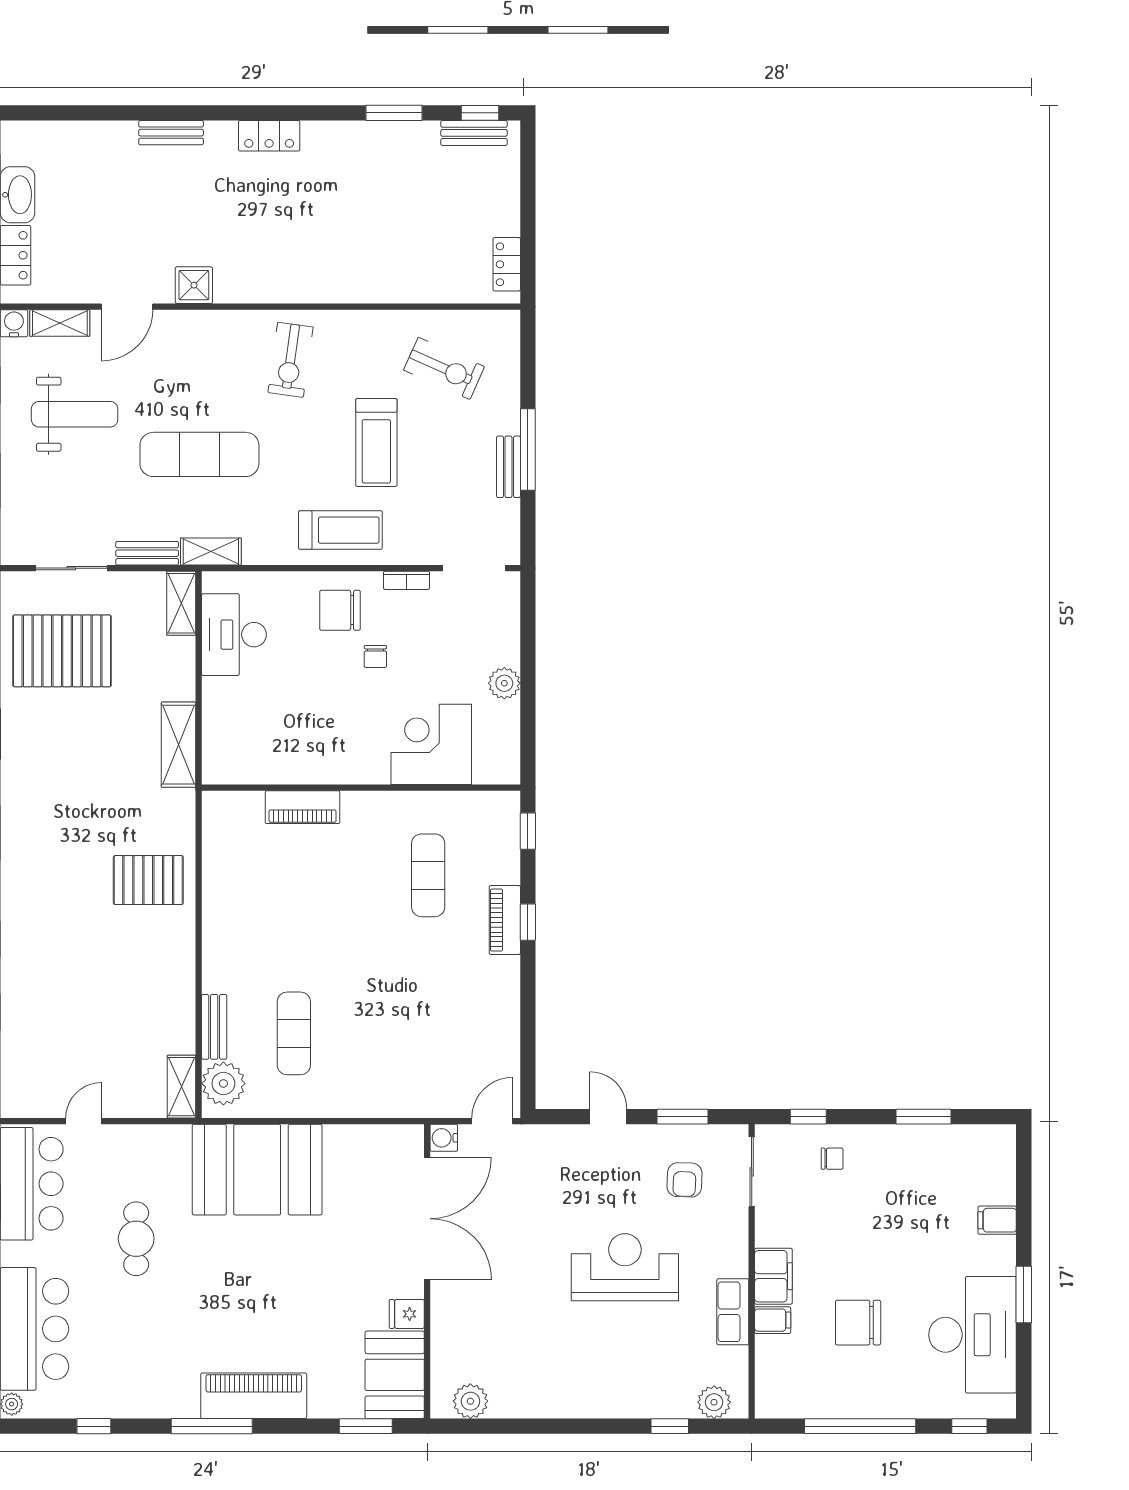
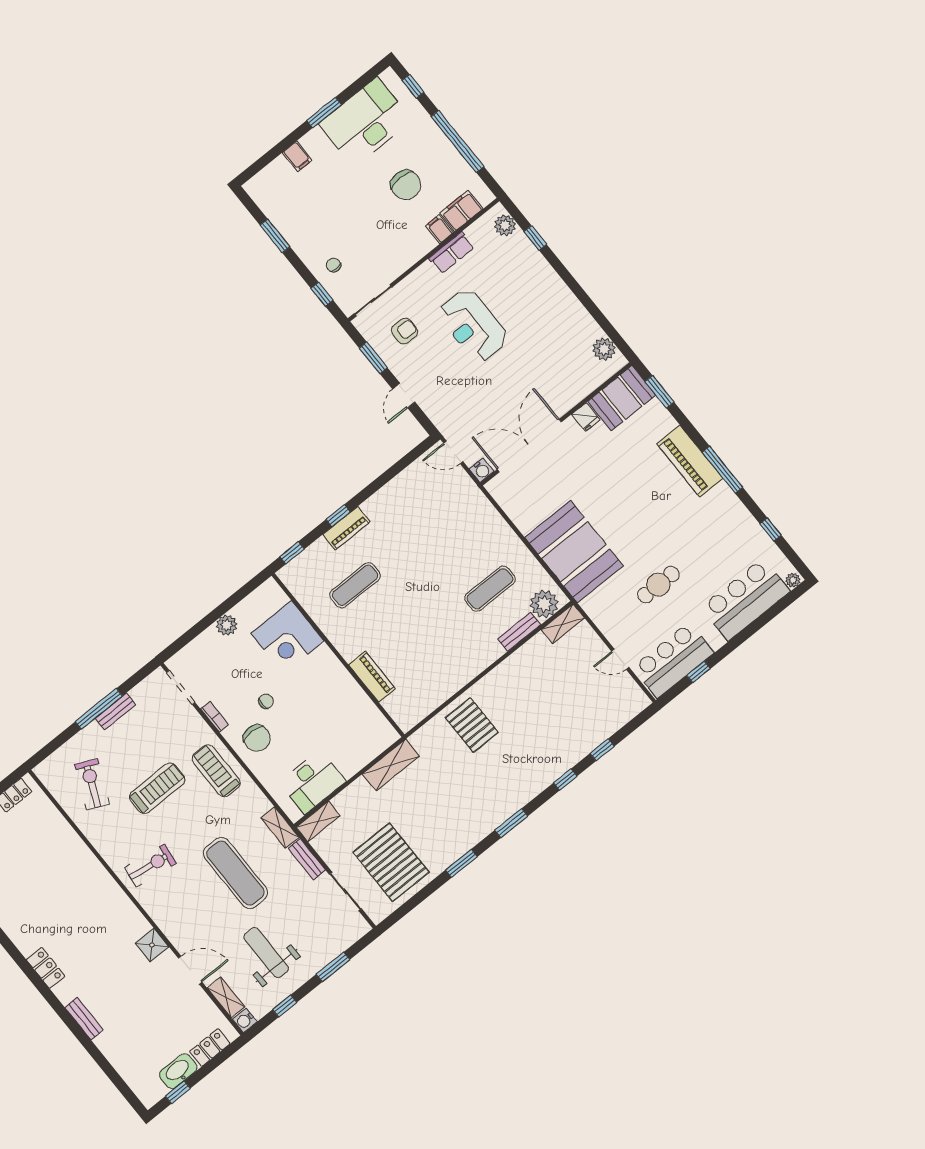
filing cabinet: (773, 1276) -> (461, 211), moved

